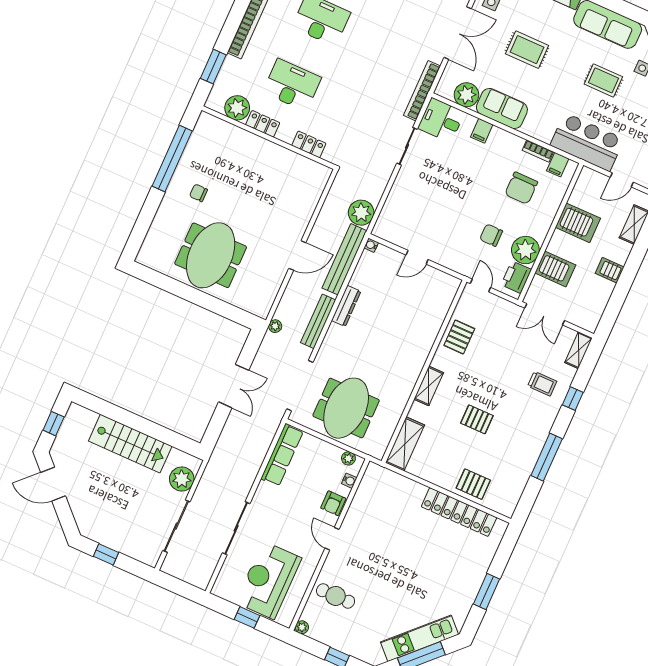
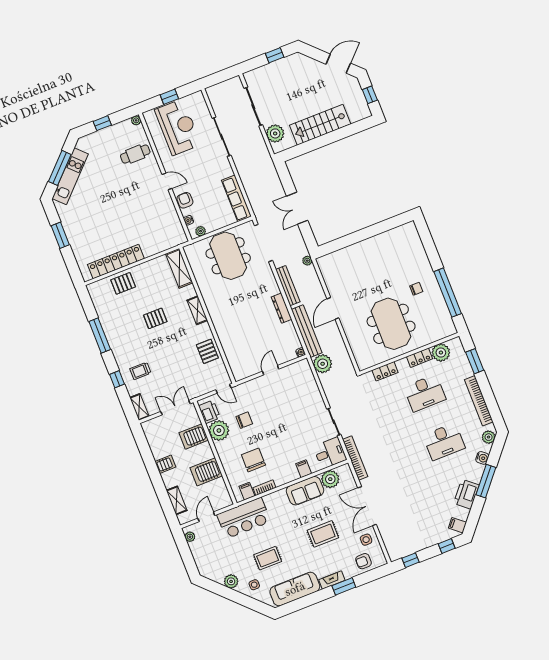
meeting table: (211, 255) -> (391, 324), moved

